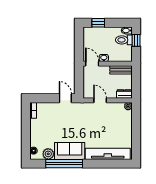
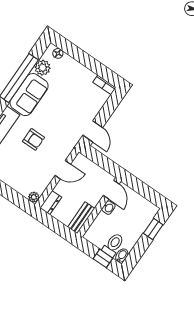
door: (92, 64) -> (111, 190), hinge flipped
door: (65, 98) -> (93, 131), hinge flipped
armchair: (94, 130) -> (33, 139), added

